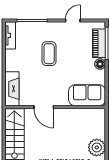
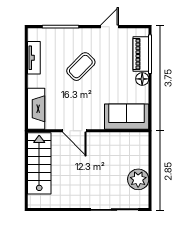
tv unit: (10, 35) -> (34, 58), moved
coffee table: (49, 54) -> (81, 67), turned 45

